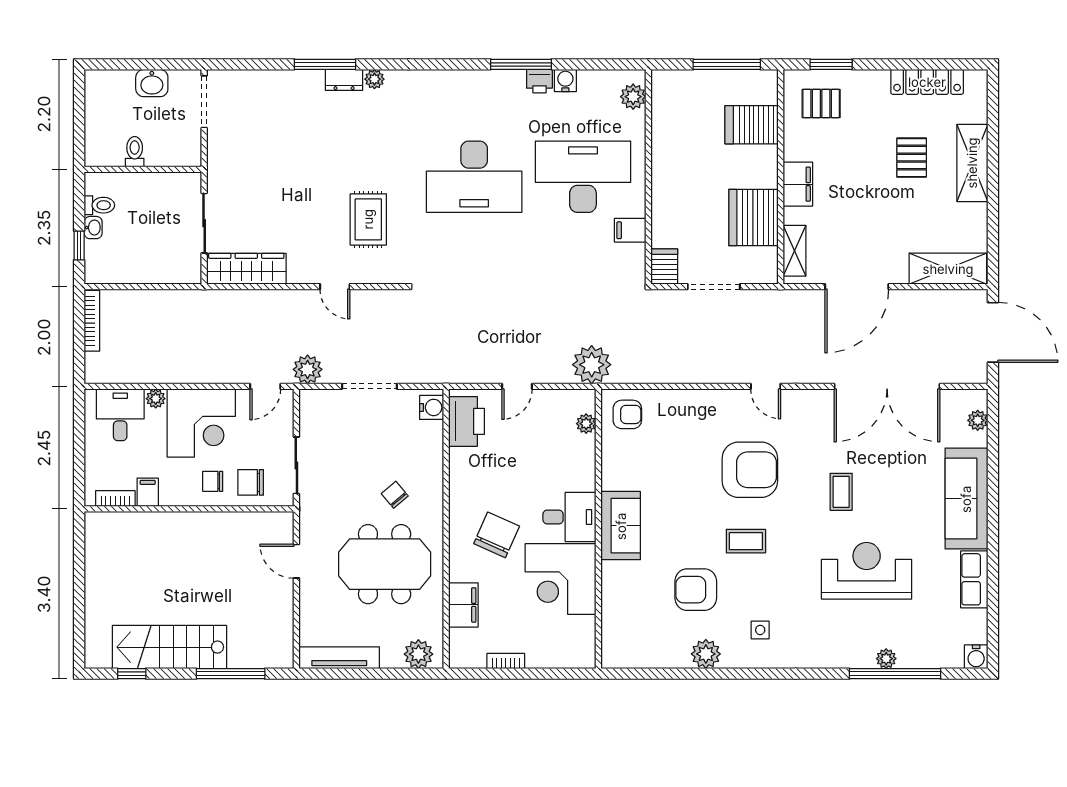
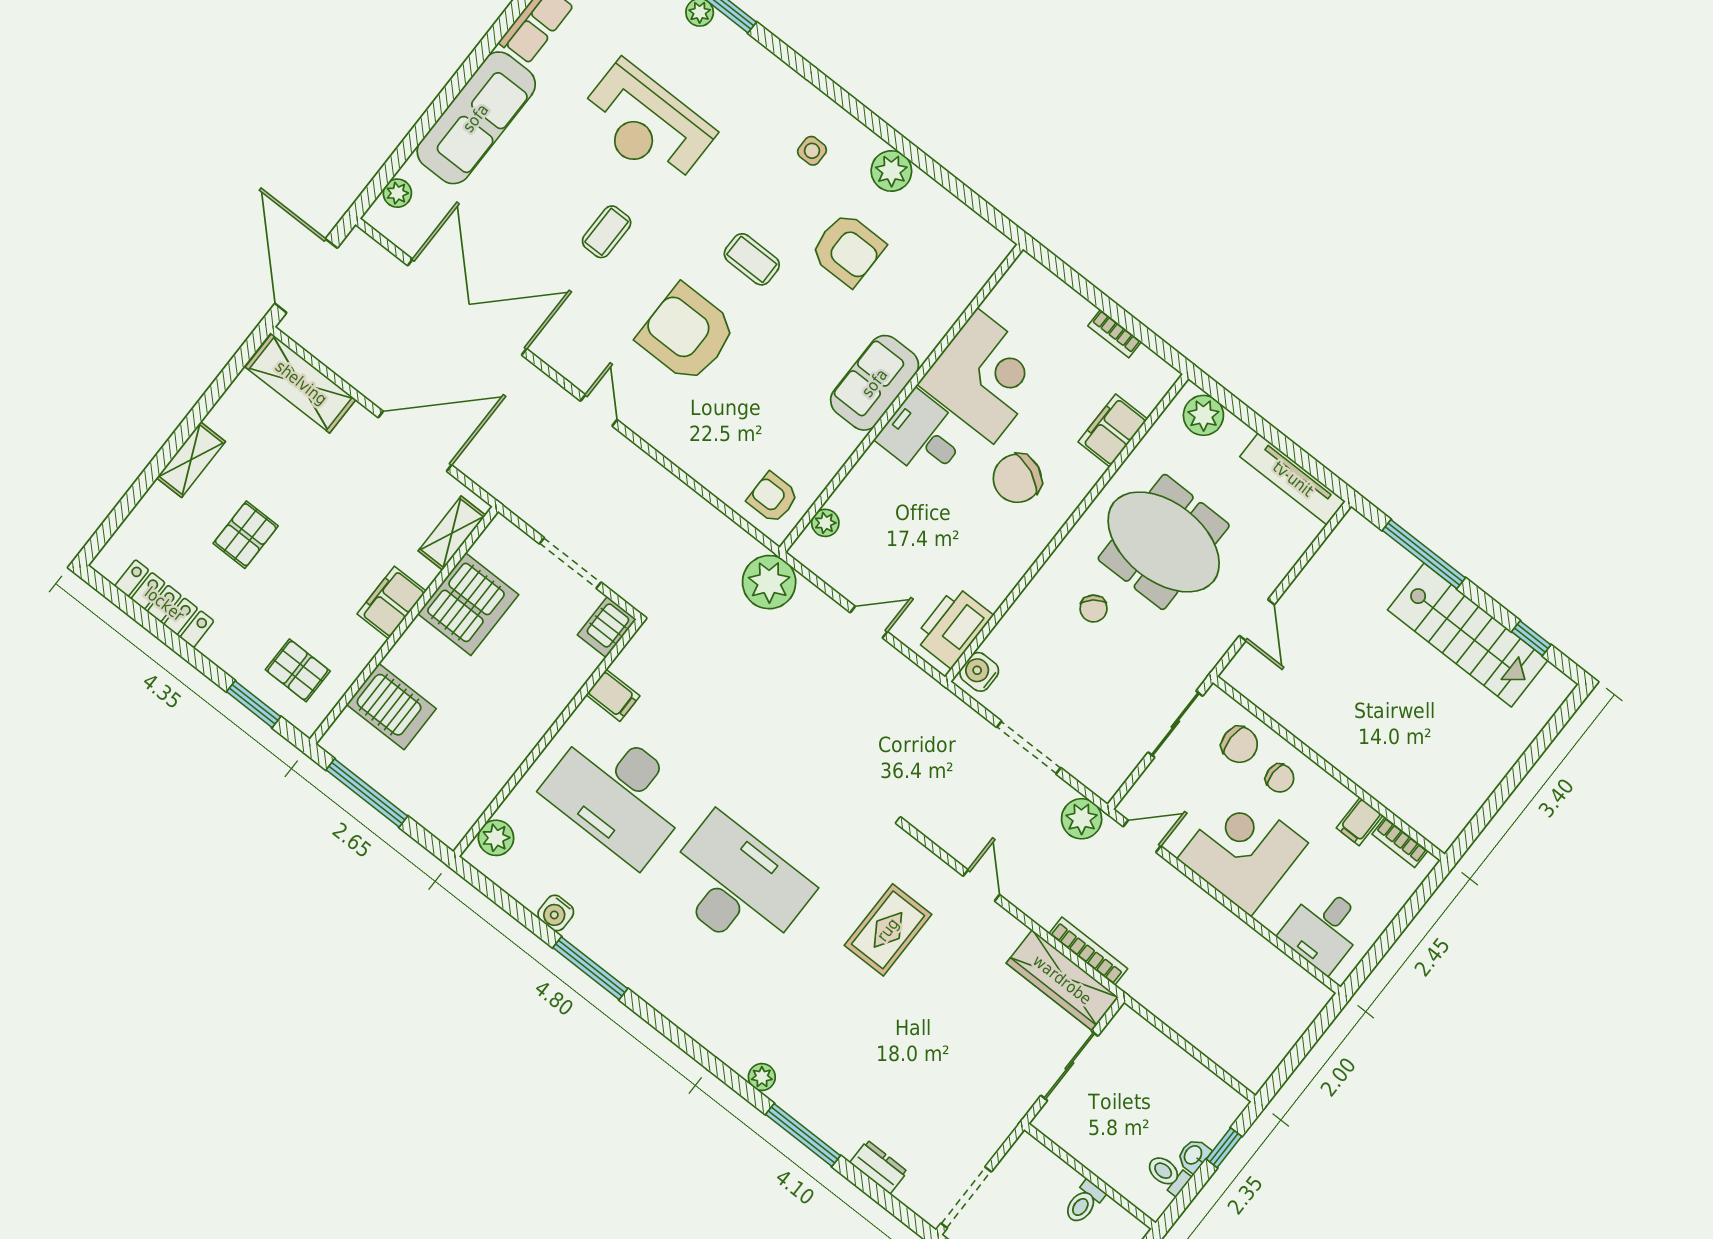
dresser: (344, 80) -> (879, 1167), moved
printer: (539, 81) -> (584, 934), removed
shelving: (972, 163) -> (191, 460), width x0.67, depth x0.75
bookcase: (92, 321) -> (1088, 951), moved, turned 90
plant: (156, 399) -> (1271, 917), removed

